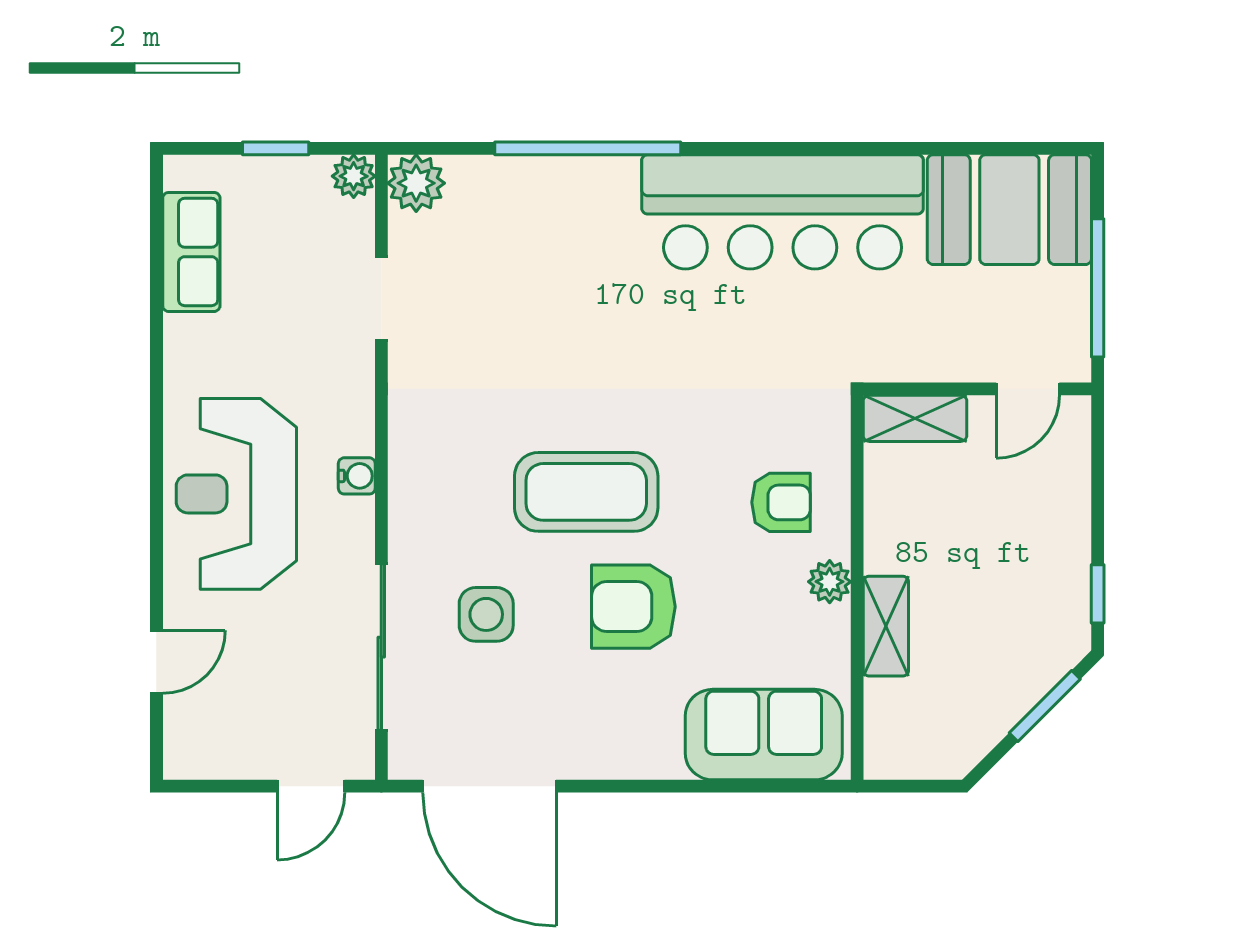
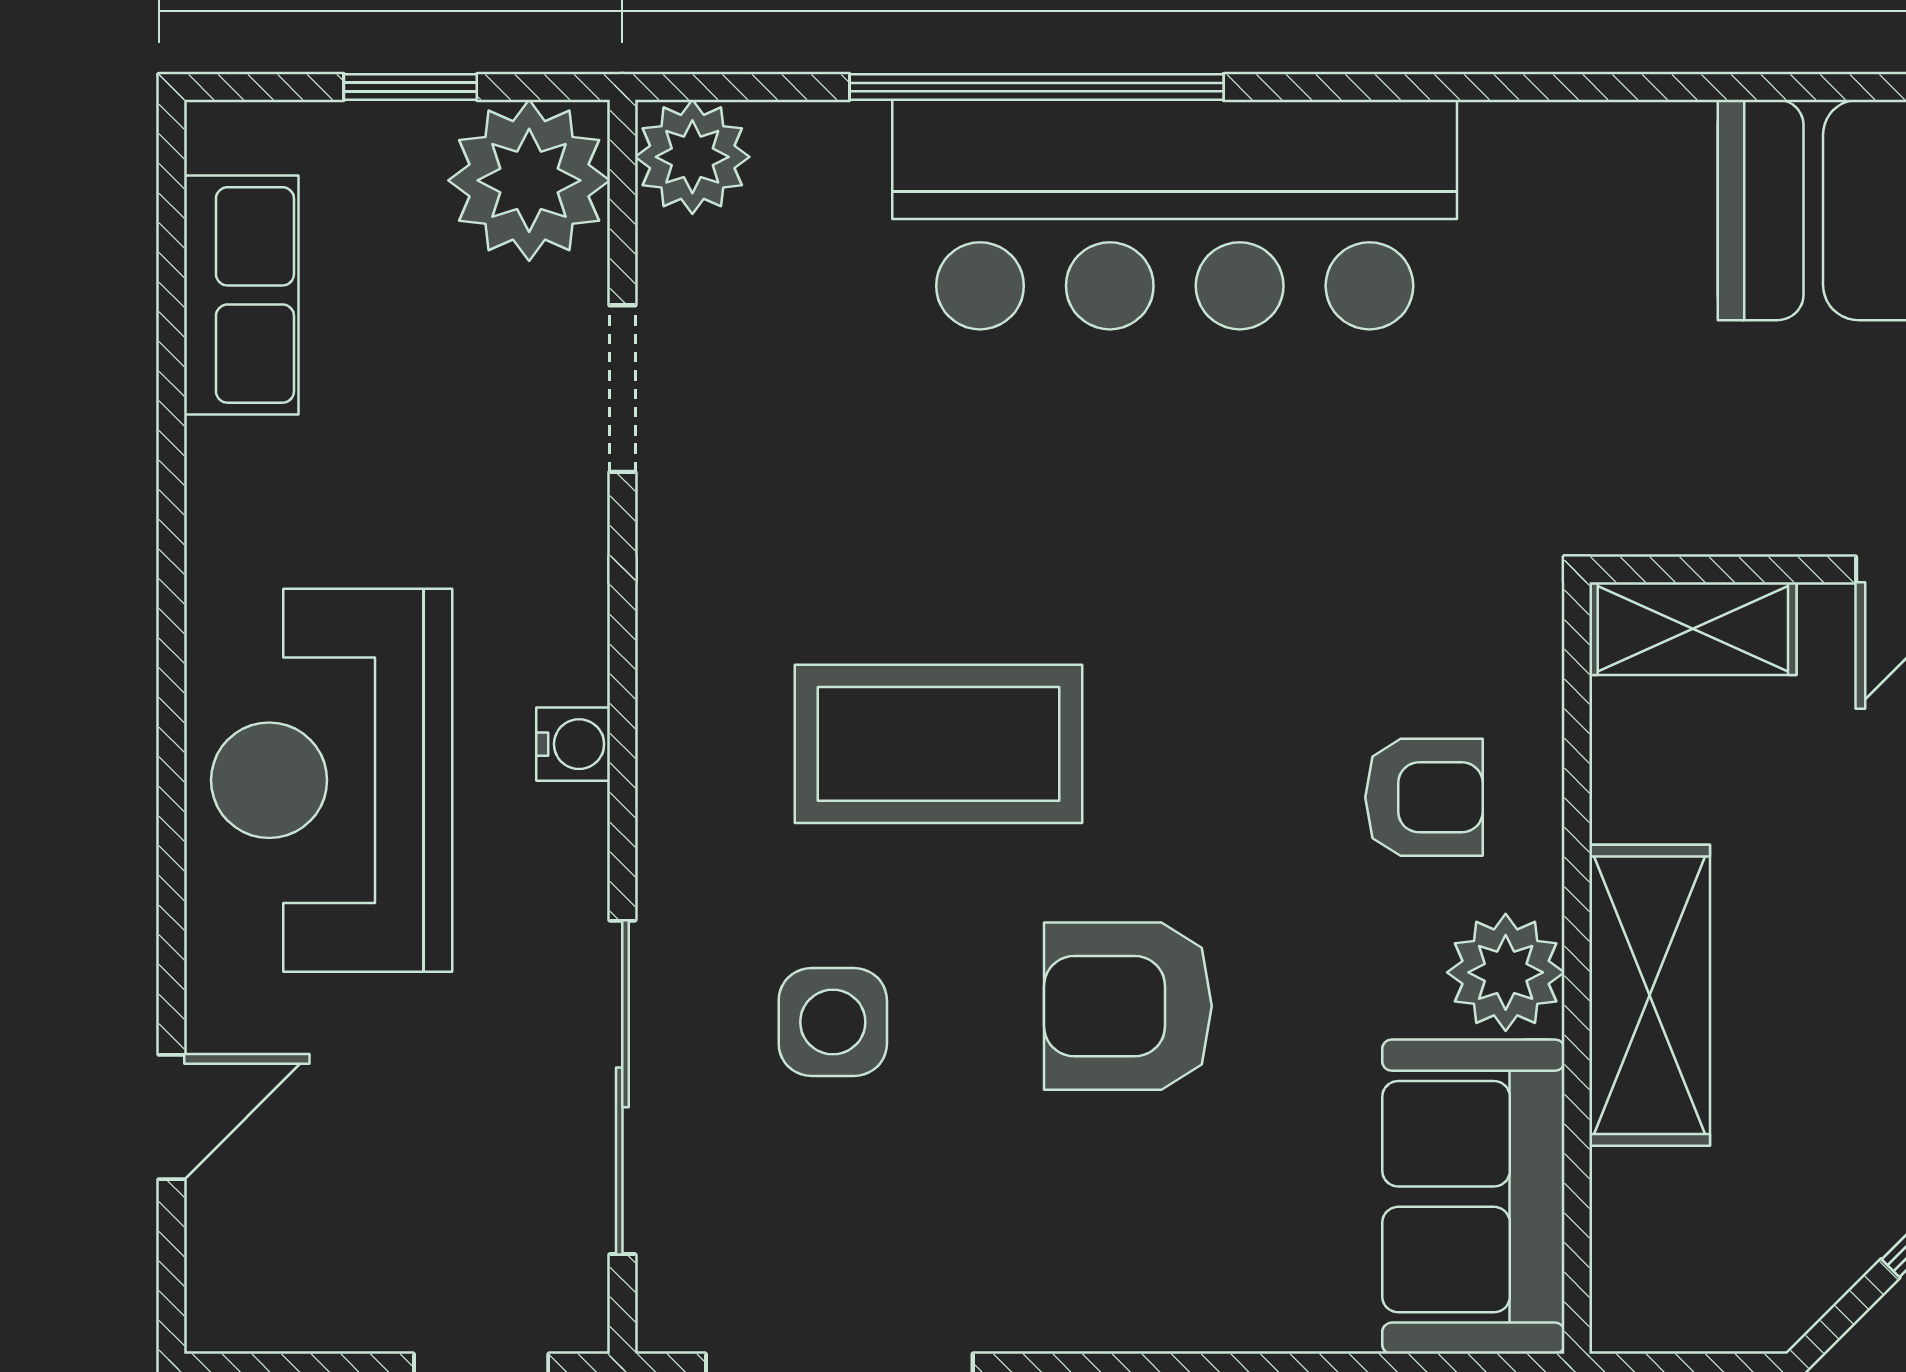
plant: (354, 176) -> (529, 180), width x1.87, depth x1.87
bar counter: (783, 212) -> (1175, 215), moved
coffee table: (586, 492) -> (939, 744), moved
plant: (830, 582) -> (1506, 972), width x1.38, depth x1.38
shelving: (886, 626) -> (1650, 995), width x1.50, depth x1.33
sofa: (764, 735) -> (1473, 1197), moved, turned -90

